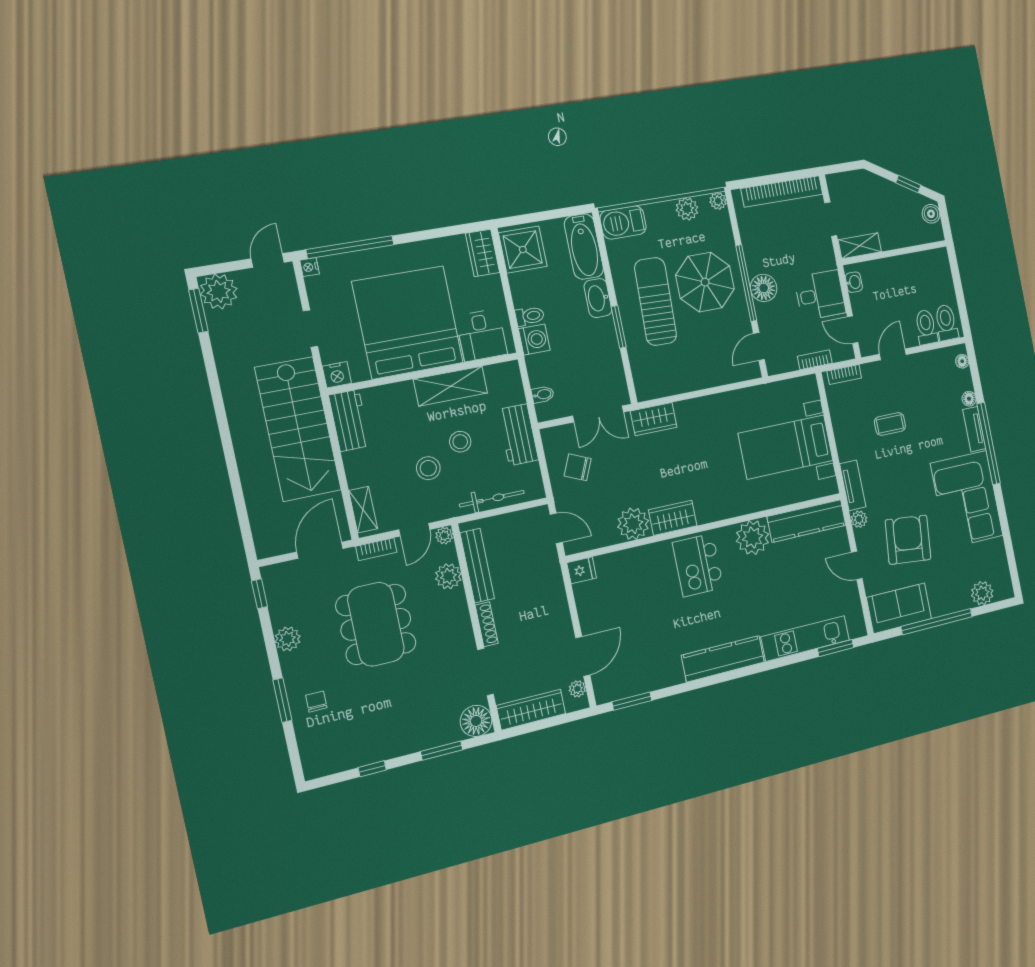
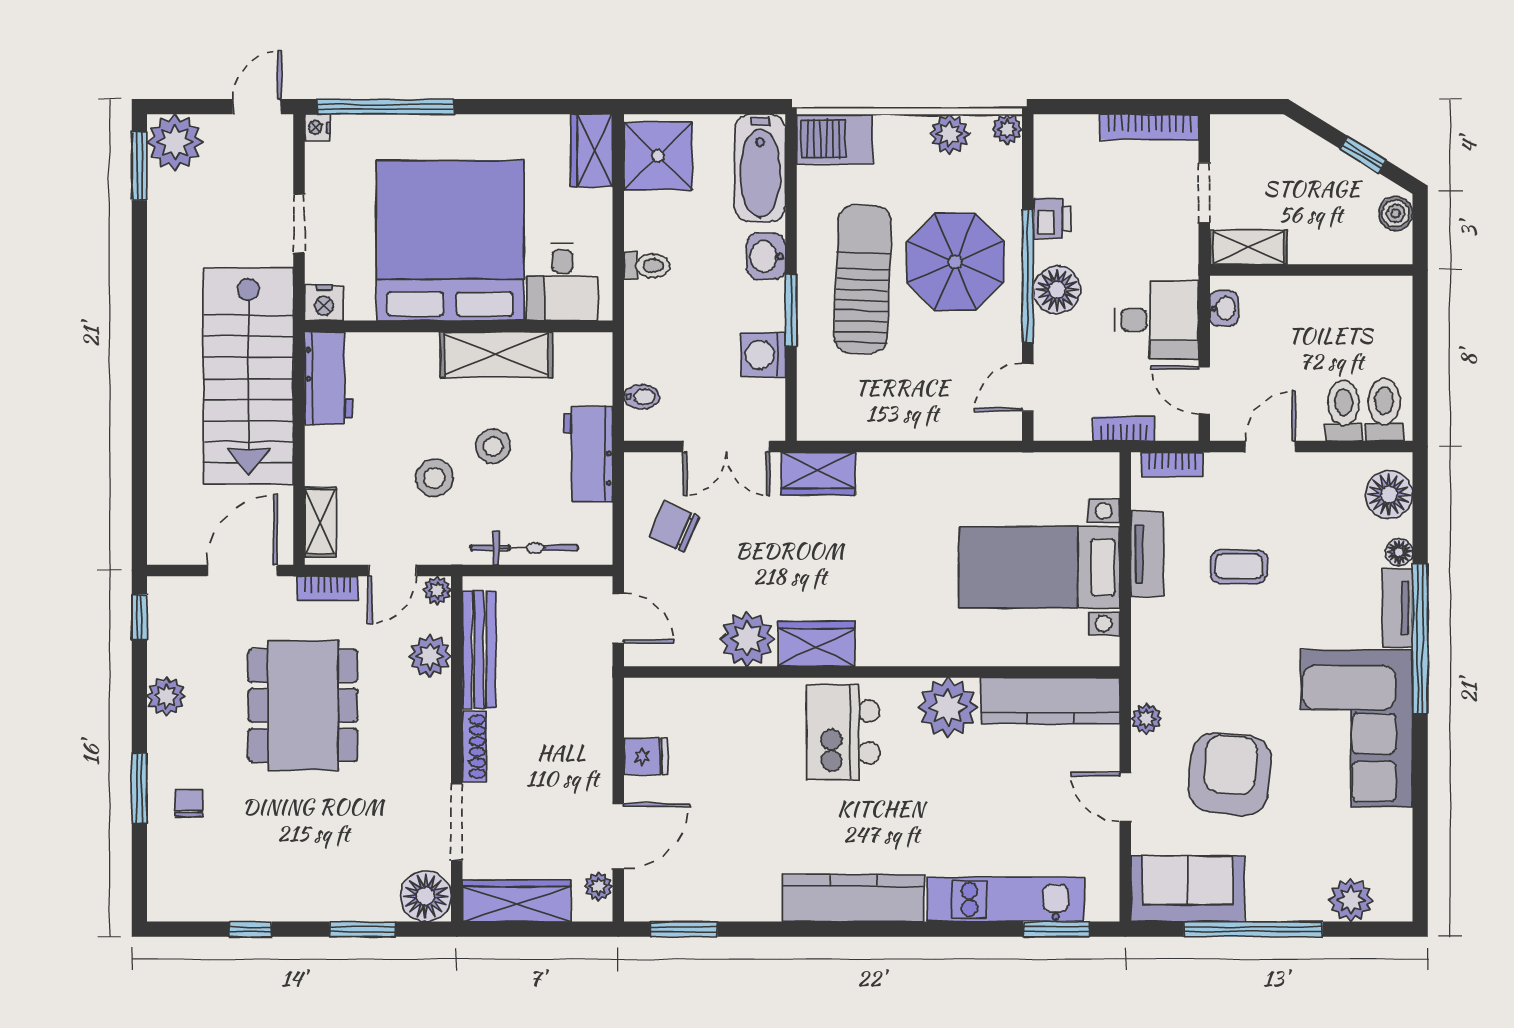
bookcase: (782, 191) -> (1149, 127), width x0.68, depth x0.76
printer: (753, 248) -> (1052, 218), added
washbasin: (598, 298) -> (766, 256), width x0.72
washing machine: (534, 340) -> (763, 355), moved, turned 180
floor lamp: (962, 361) -> (1389, 495), width x1.89, depth x1.89
tv unit: (853, 485) -> (1147, 554), moved
fridge: (582, 570) -> (646, 756), moved

